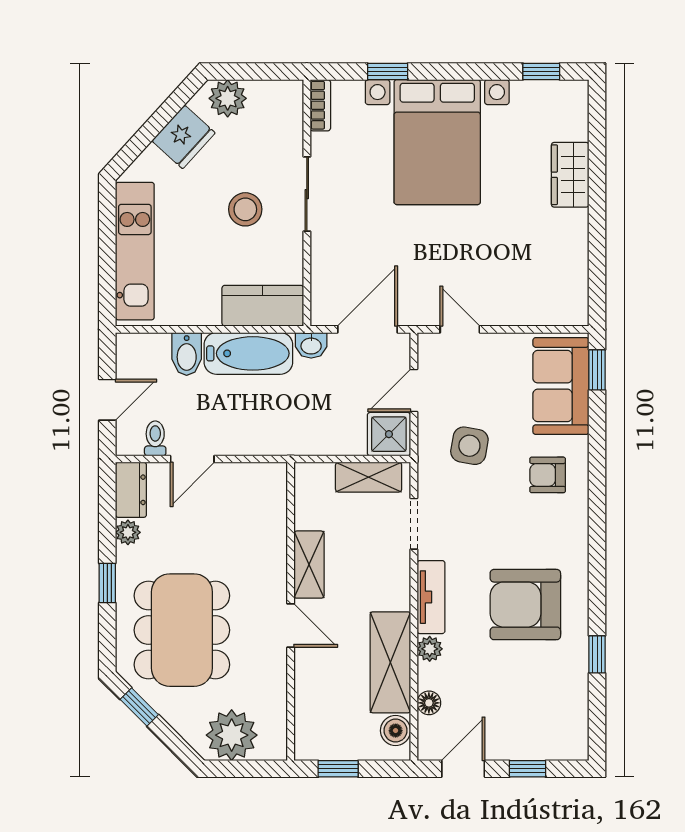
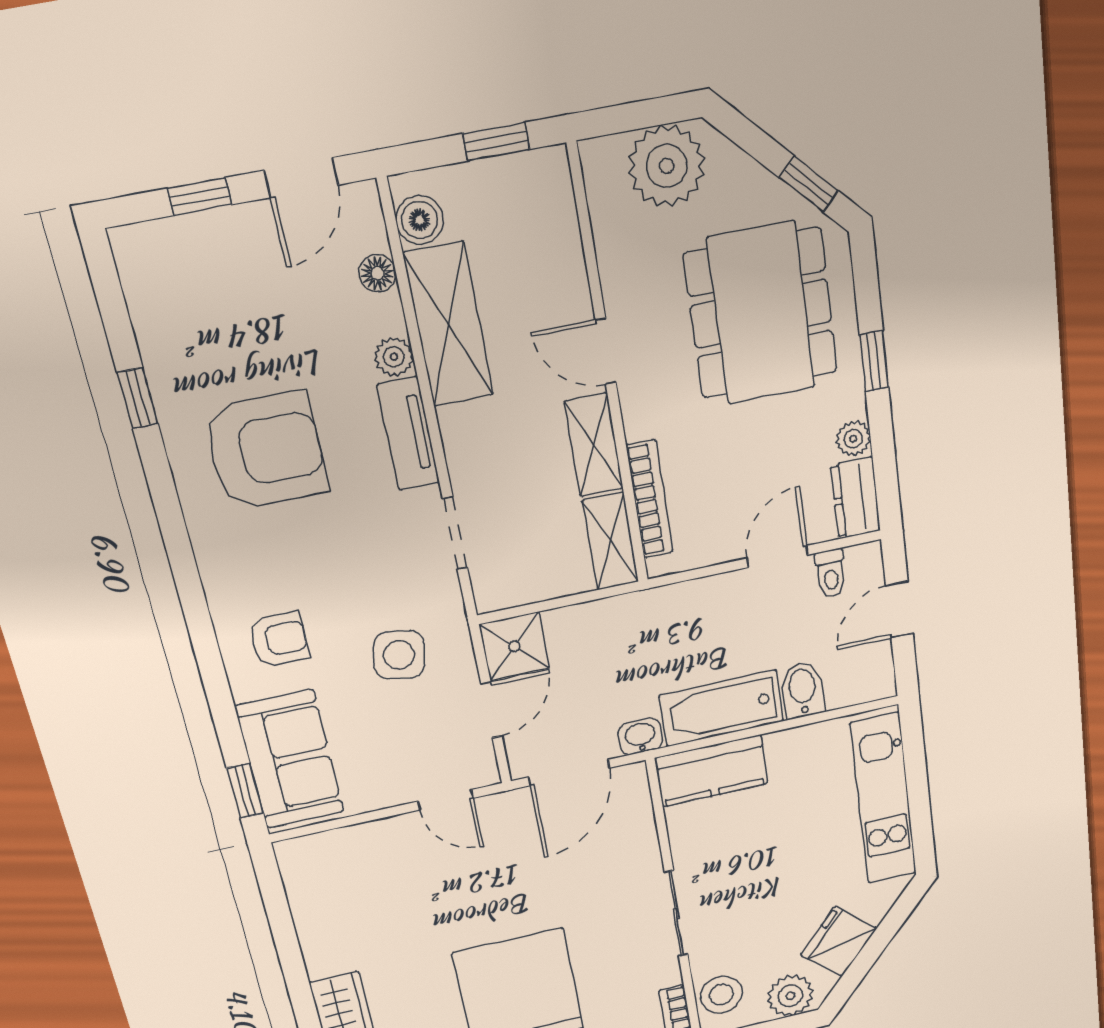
stool: (245, 209) -> (721, 995), moved
shelving: (369, 477) -> (611, 541), moved, turned 90
bookcase: (277, 519) -> (650, 499), added

